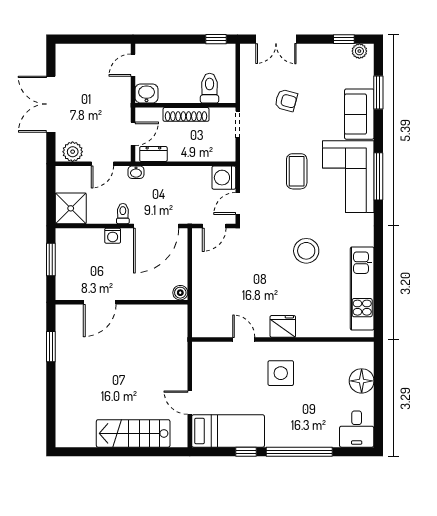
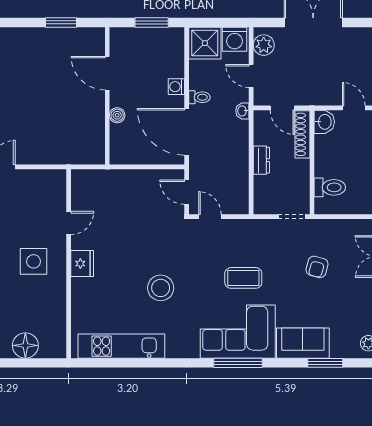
shoe rack: (186, 114) -> (302, 134), moved
dresser: (153, 154) -> (261, 160), moved
washing machine: (224, 178) -> (235, 39), moved, turned 180
boiler: (180, 293) -> (117, 115), moved

